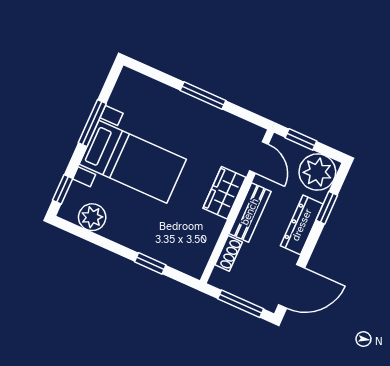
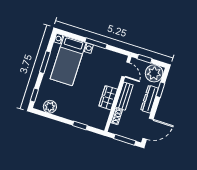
bed with nightstands: (133, 162) -> (68, 61), moved, turned 90
wardrobe: (224, 193) -> (108, 98), moved

